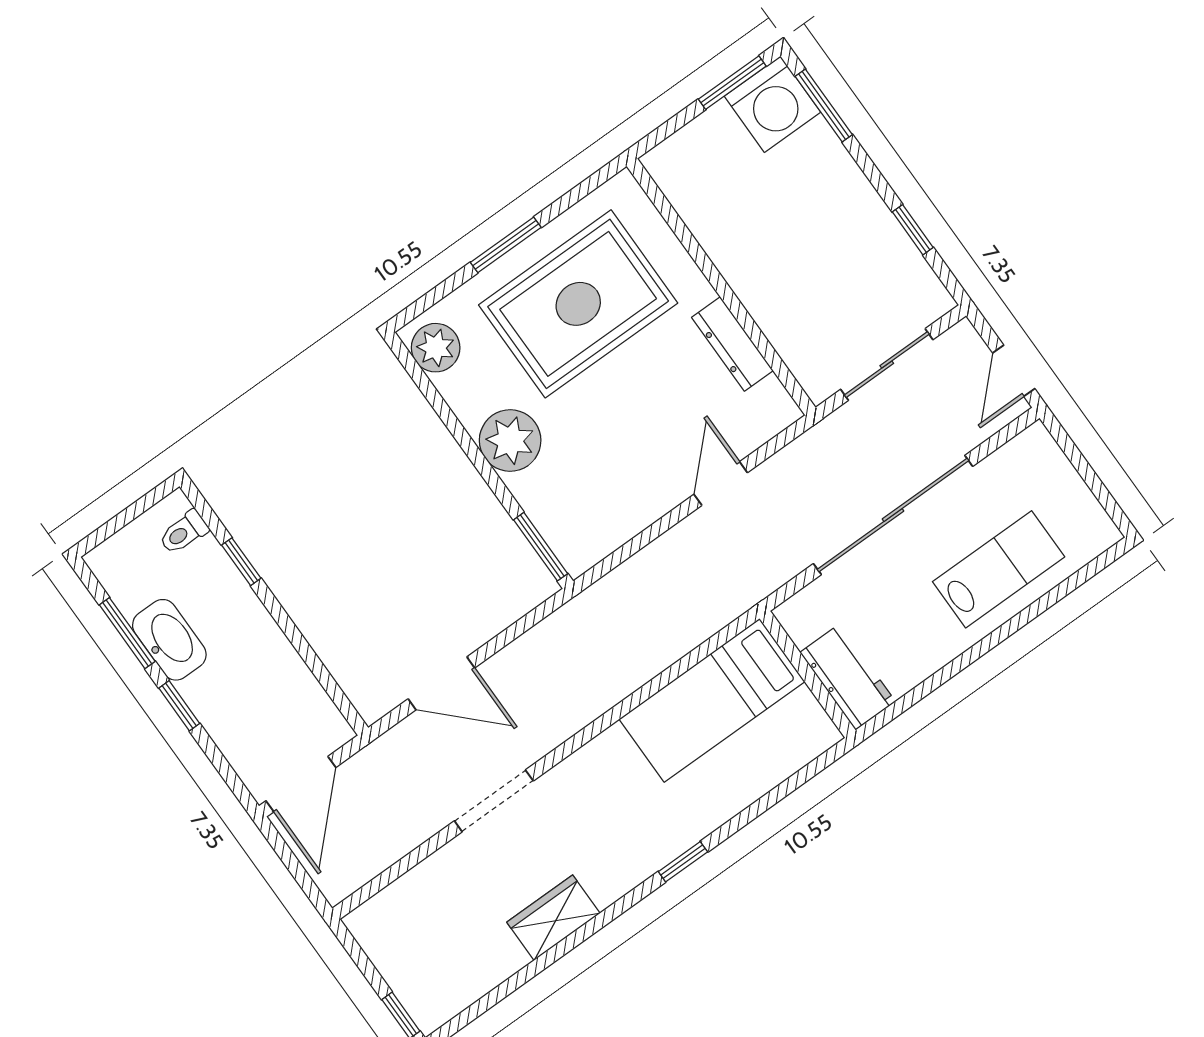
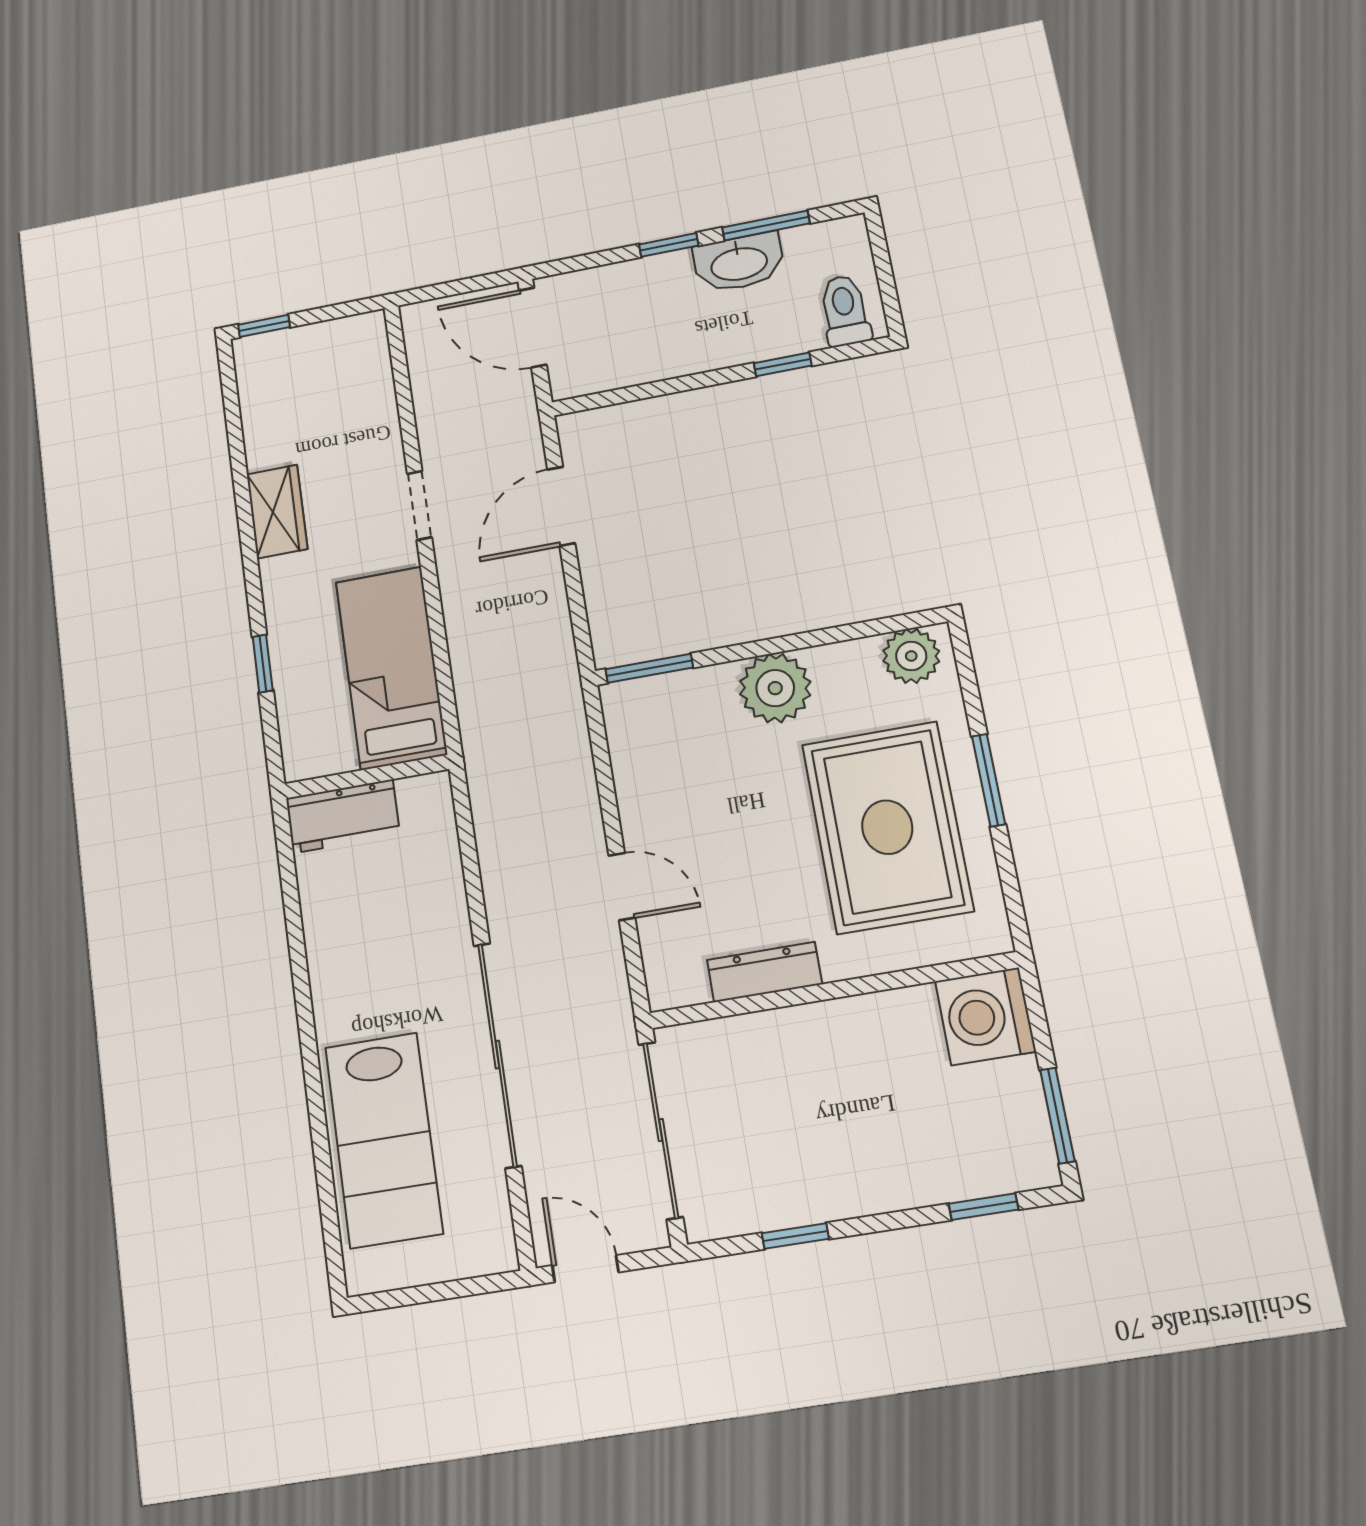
washing machine: (772, 104) -> (985, 1016), moved
window: (824, 106) -> (984, 1207), width x0.67
sliding door: (887, 365) -> (661, 1130), width x1.37
toilet: (184, 532) -> (845, 311), width x1.37, depth x1.39
lab bench: (999, 569) -> (384, 1140), width x1.36, depth x1.39
wall: (808, 674) -> (367, 777), moved
workbench: (848, 677) -> (343, 816), moved
bed: (712, 700) -> (391, 668), moved
doorway: (494, 801) -> (419, 505), width x0.73

